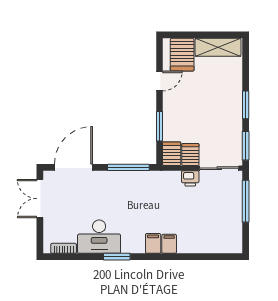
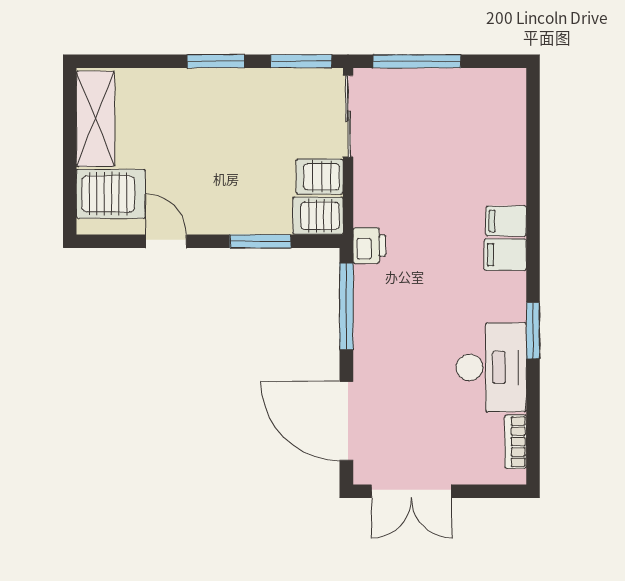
printer: (190, 178) -> (369, 246), moved

